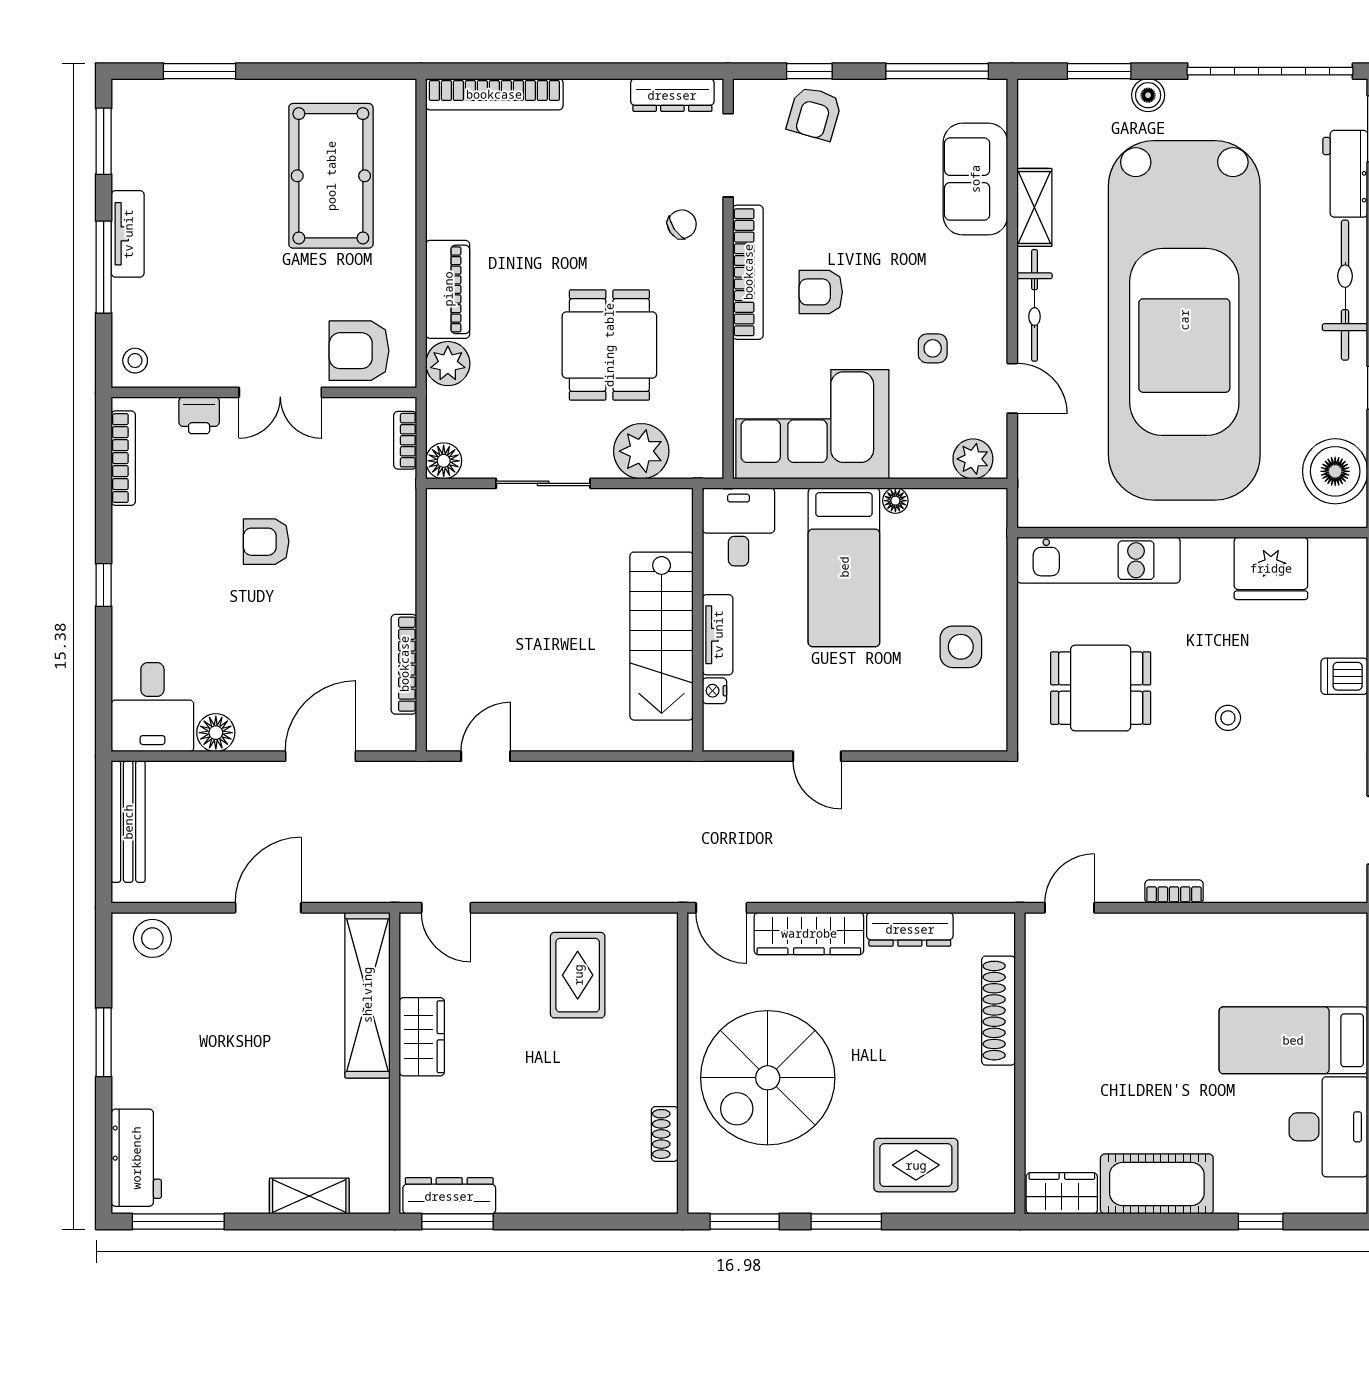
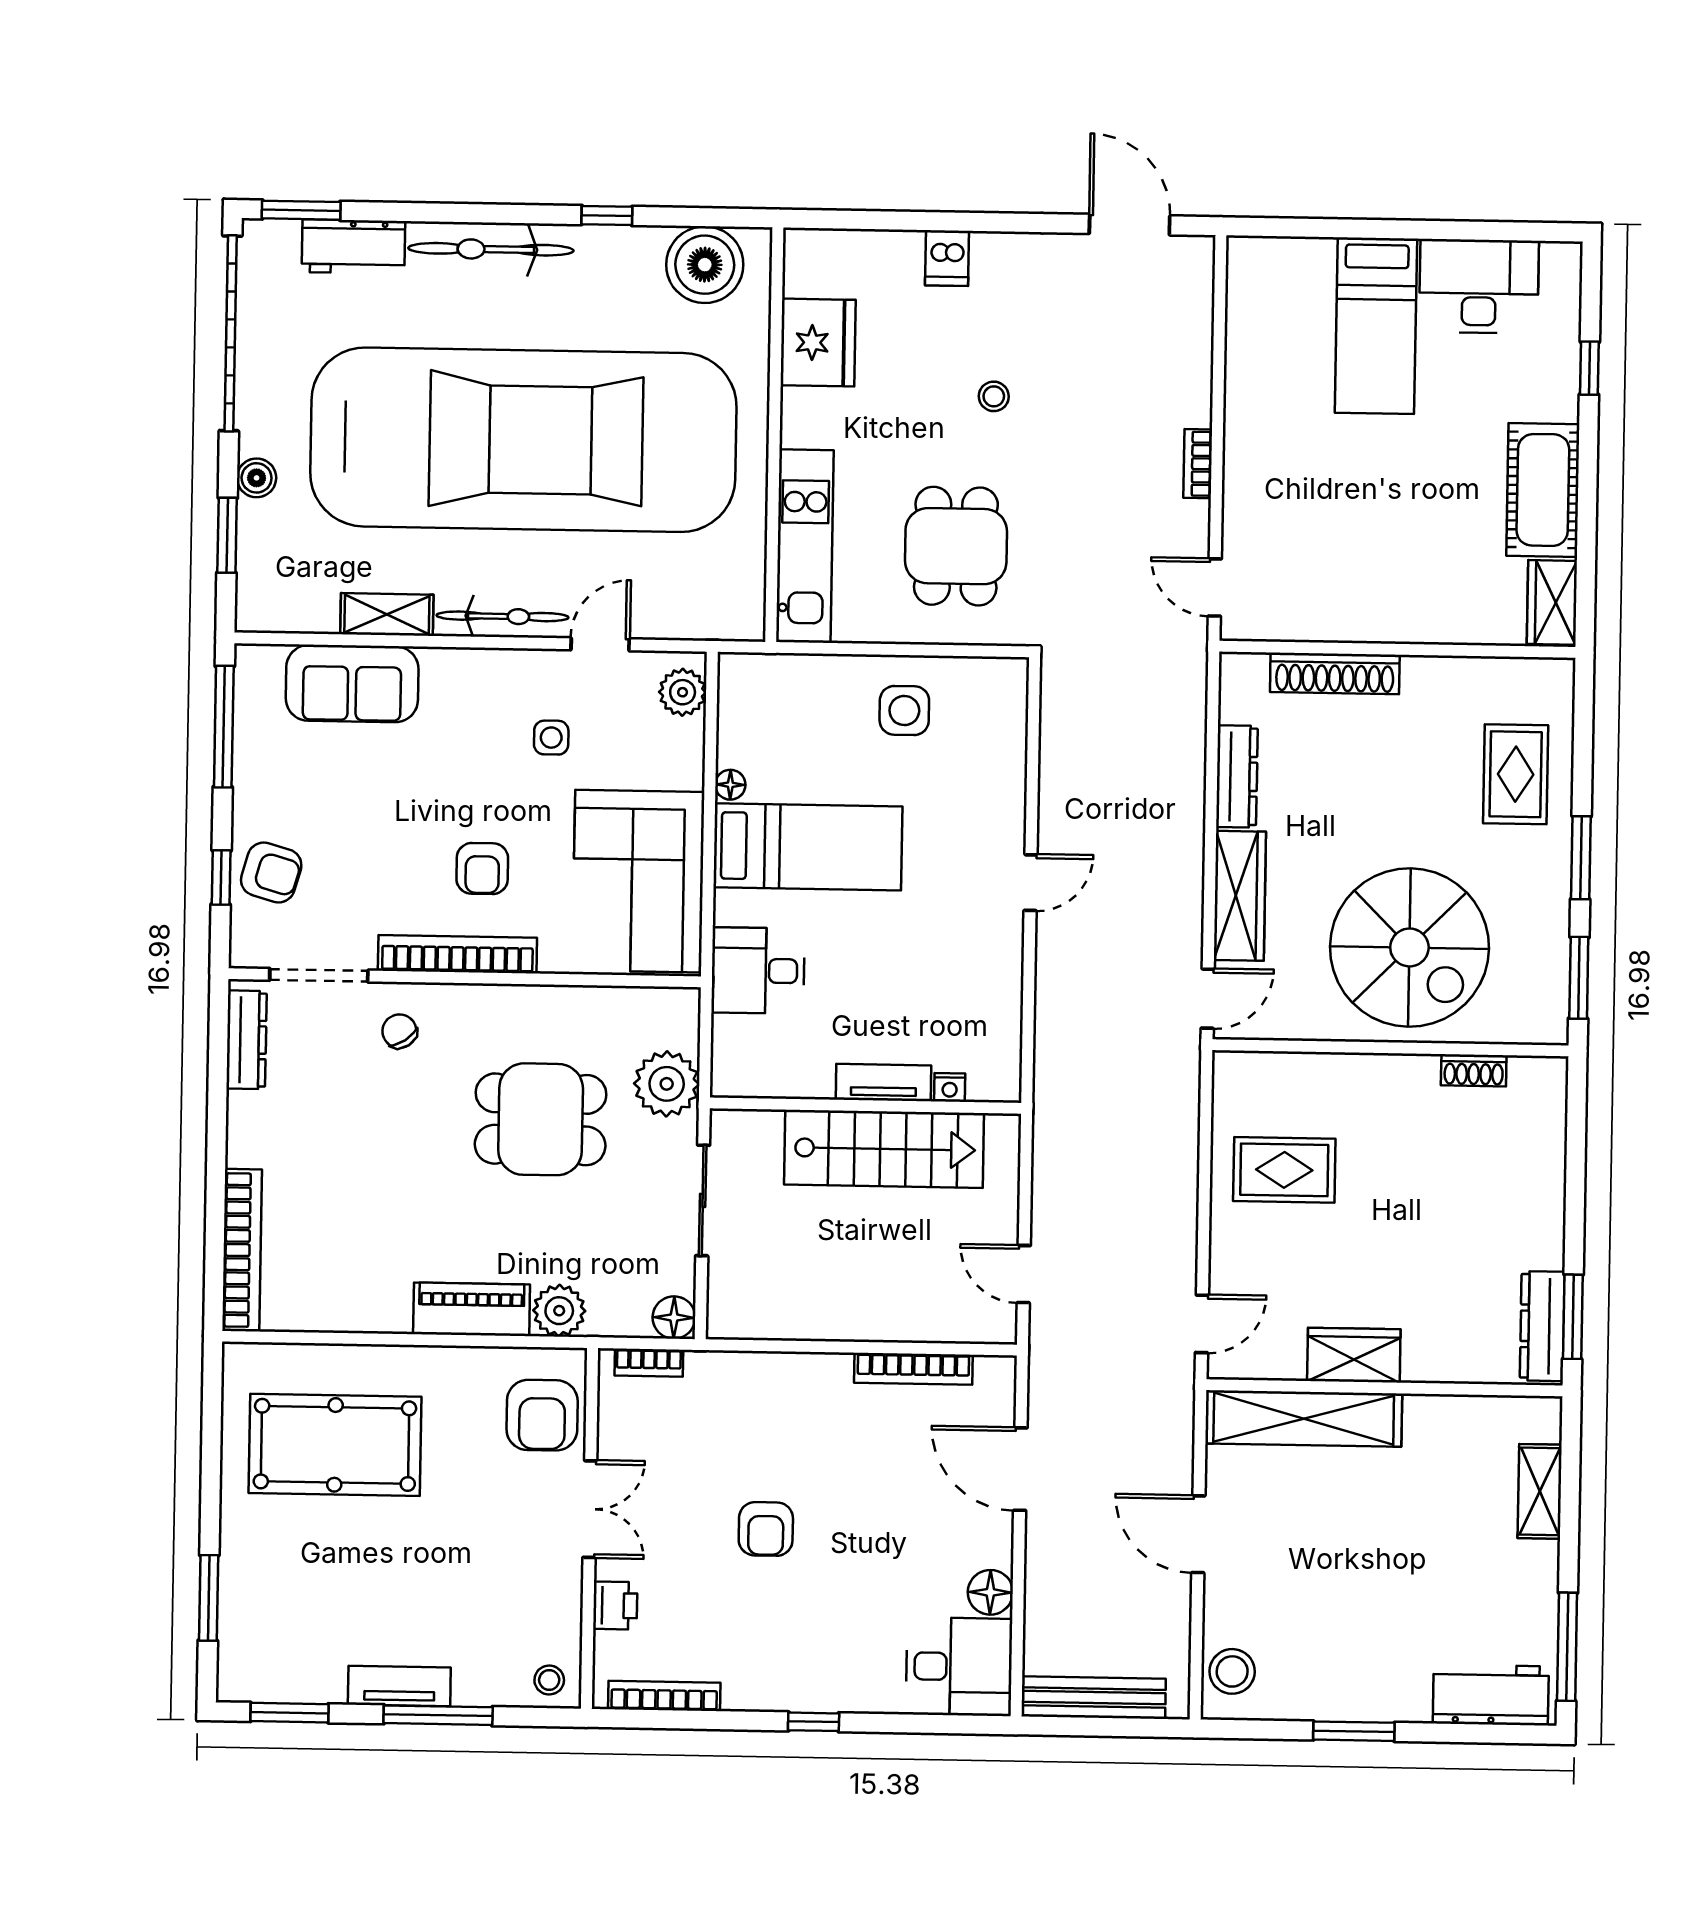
wall: (698, 620) -> (865, 1106), moved
tv unit: (718, 635) -> (884, 1083), moved
stairs: (662, 636) -> (884, 1149), moved
nightstand: (714, 691) -> (950, 1087), moved

